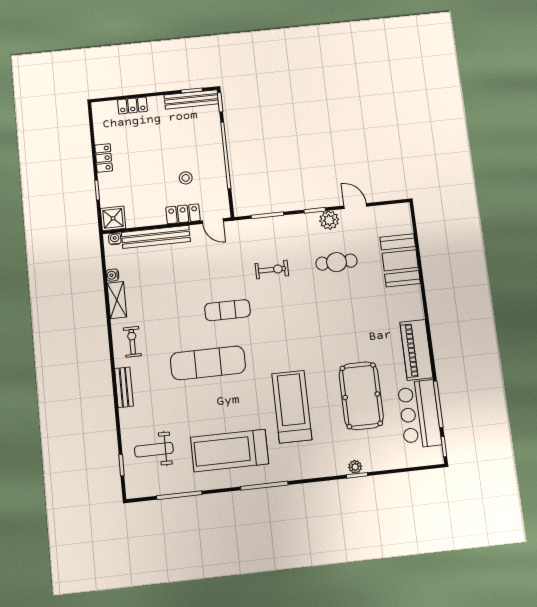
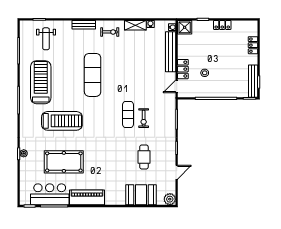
plant: (329, 220) -> (170, 199), moved
exercise mat: (227, 310) -> (128, 115), moved
weight bench: (154, 450) -> (46, 39), turned 180

